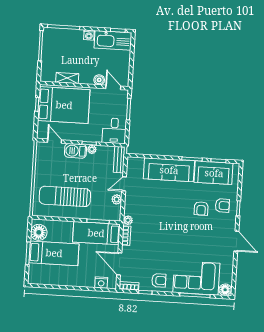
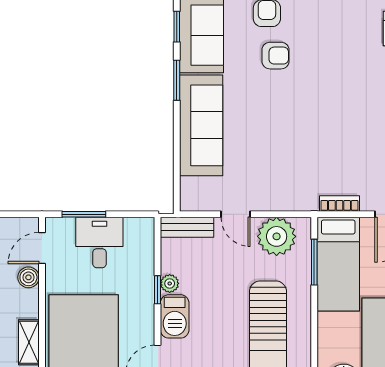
desk: (114, 131) -> (99, 242), moved, turned -90
plant: (117, 199) -> (277, 236), width x1.88, depth x1.88
plant: (128, 220) -> (308, 202), removed

